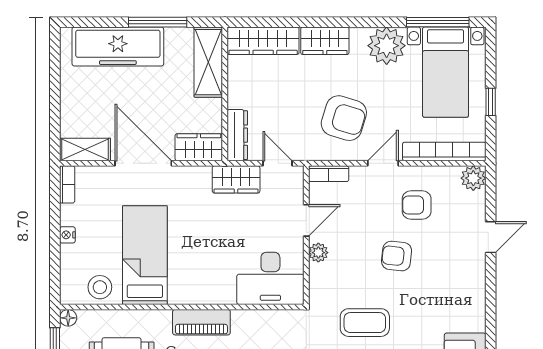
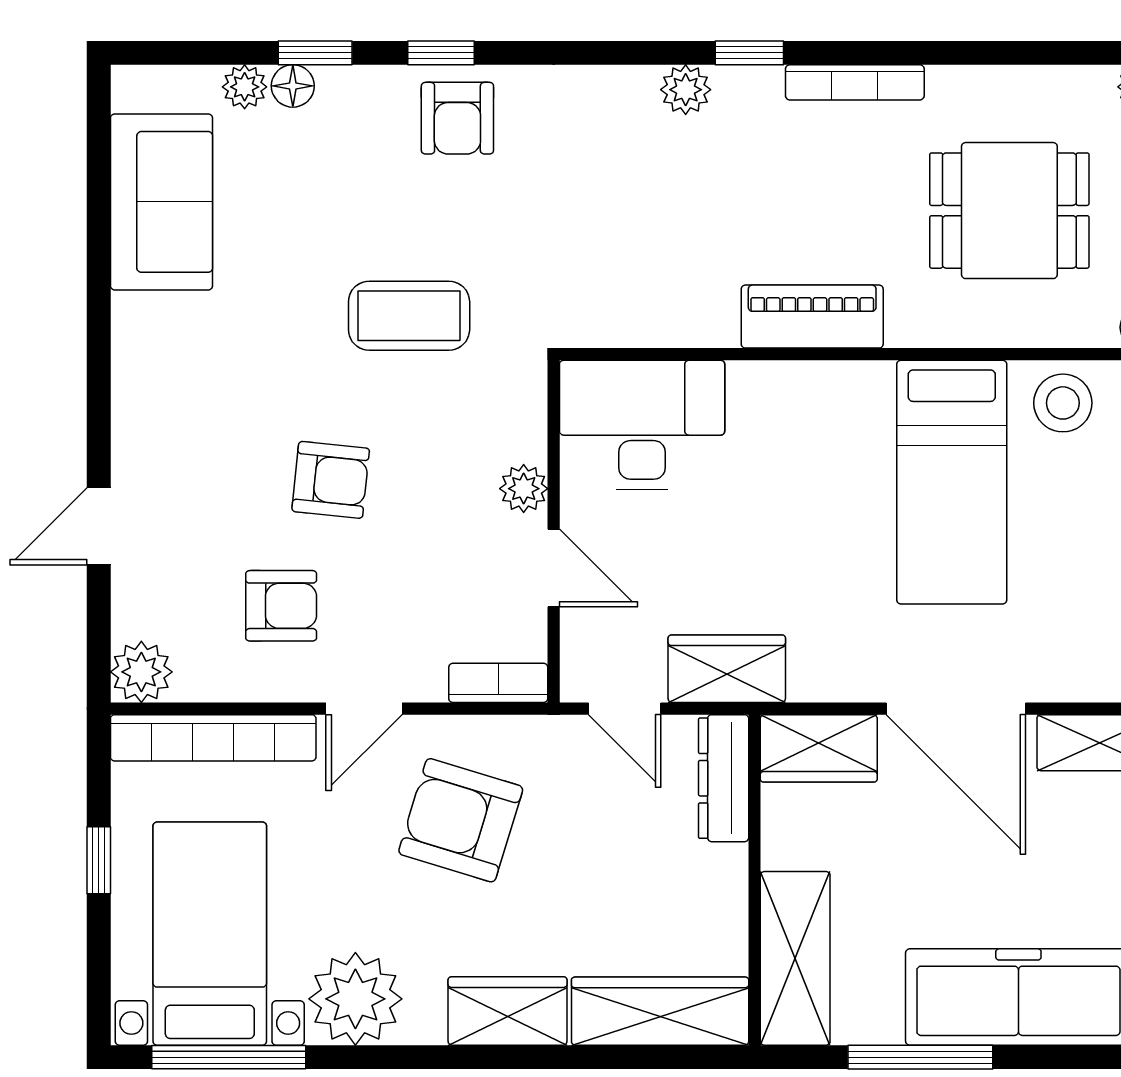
door: (306, 220) -> (554, 568), swing flipped

